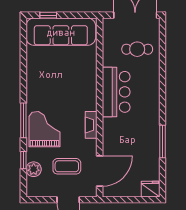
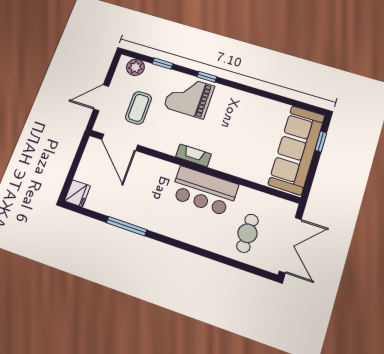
window: (23, 120) -> (207, 77), width x0.46
fireplace: (91, 125) -> (193, 155), moved
grand piano: (45, 129) -> (189, 97), turned 180
plant: (34, 169) -> (135, 67), moved

